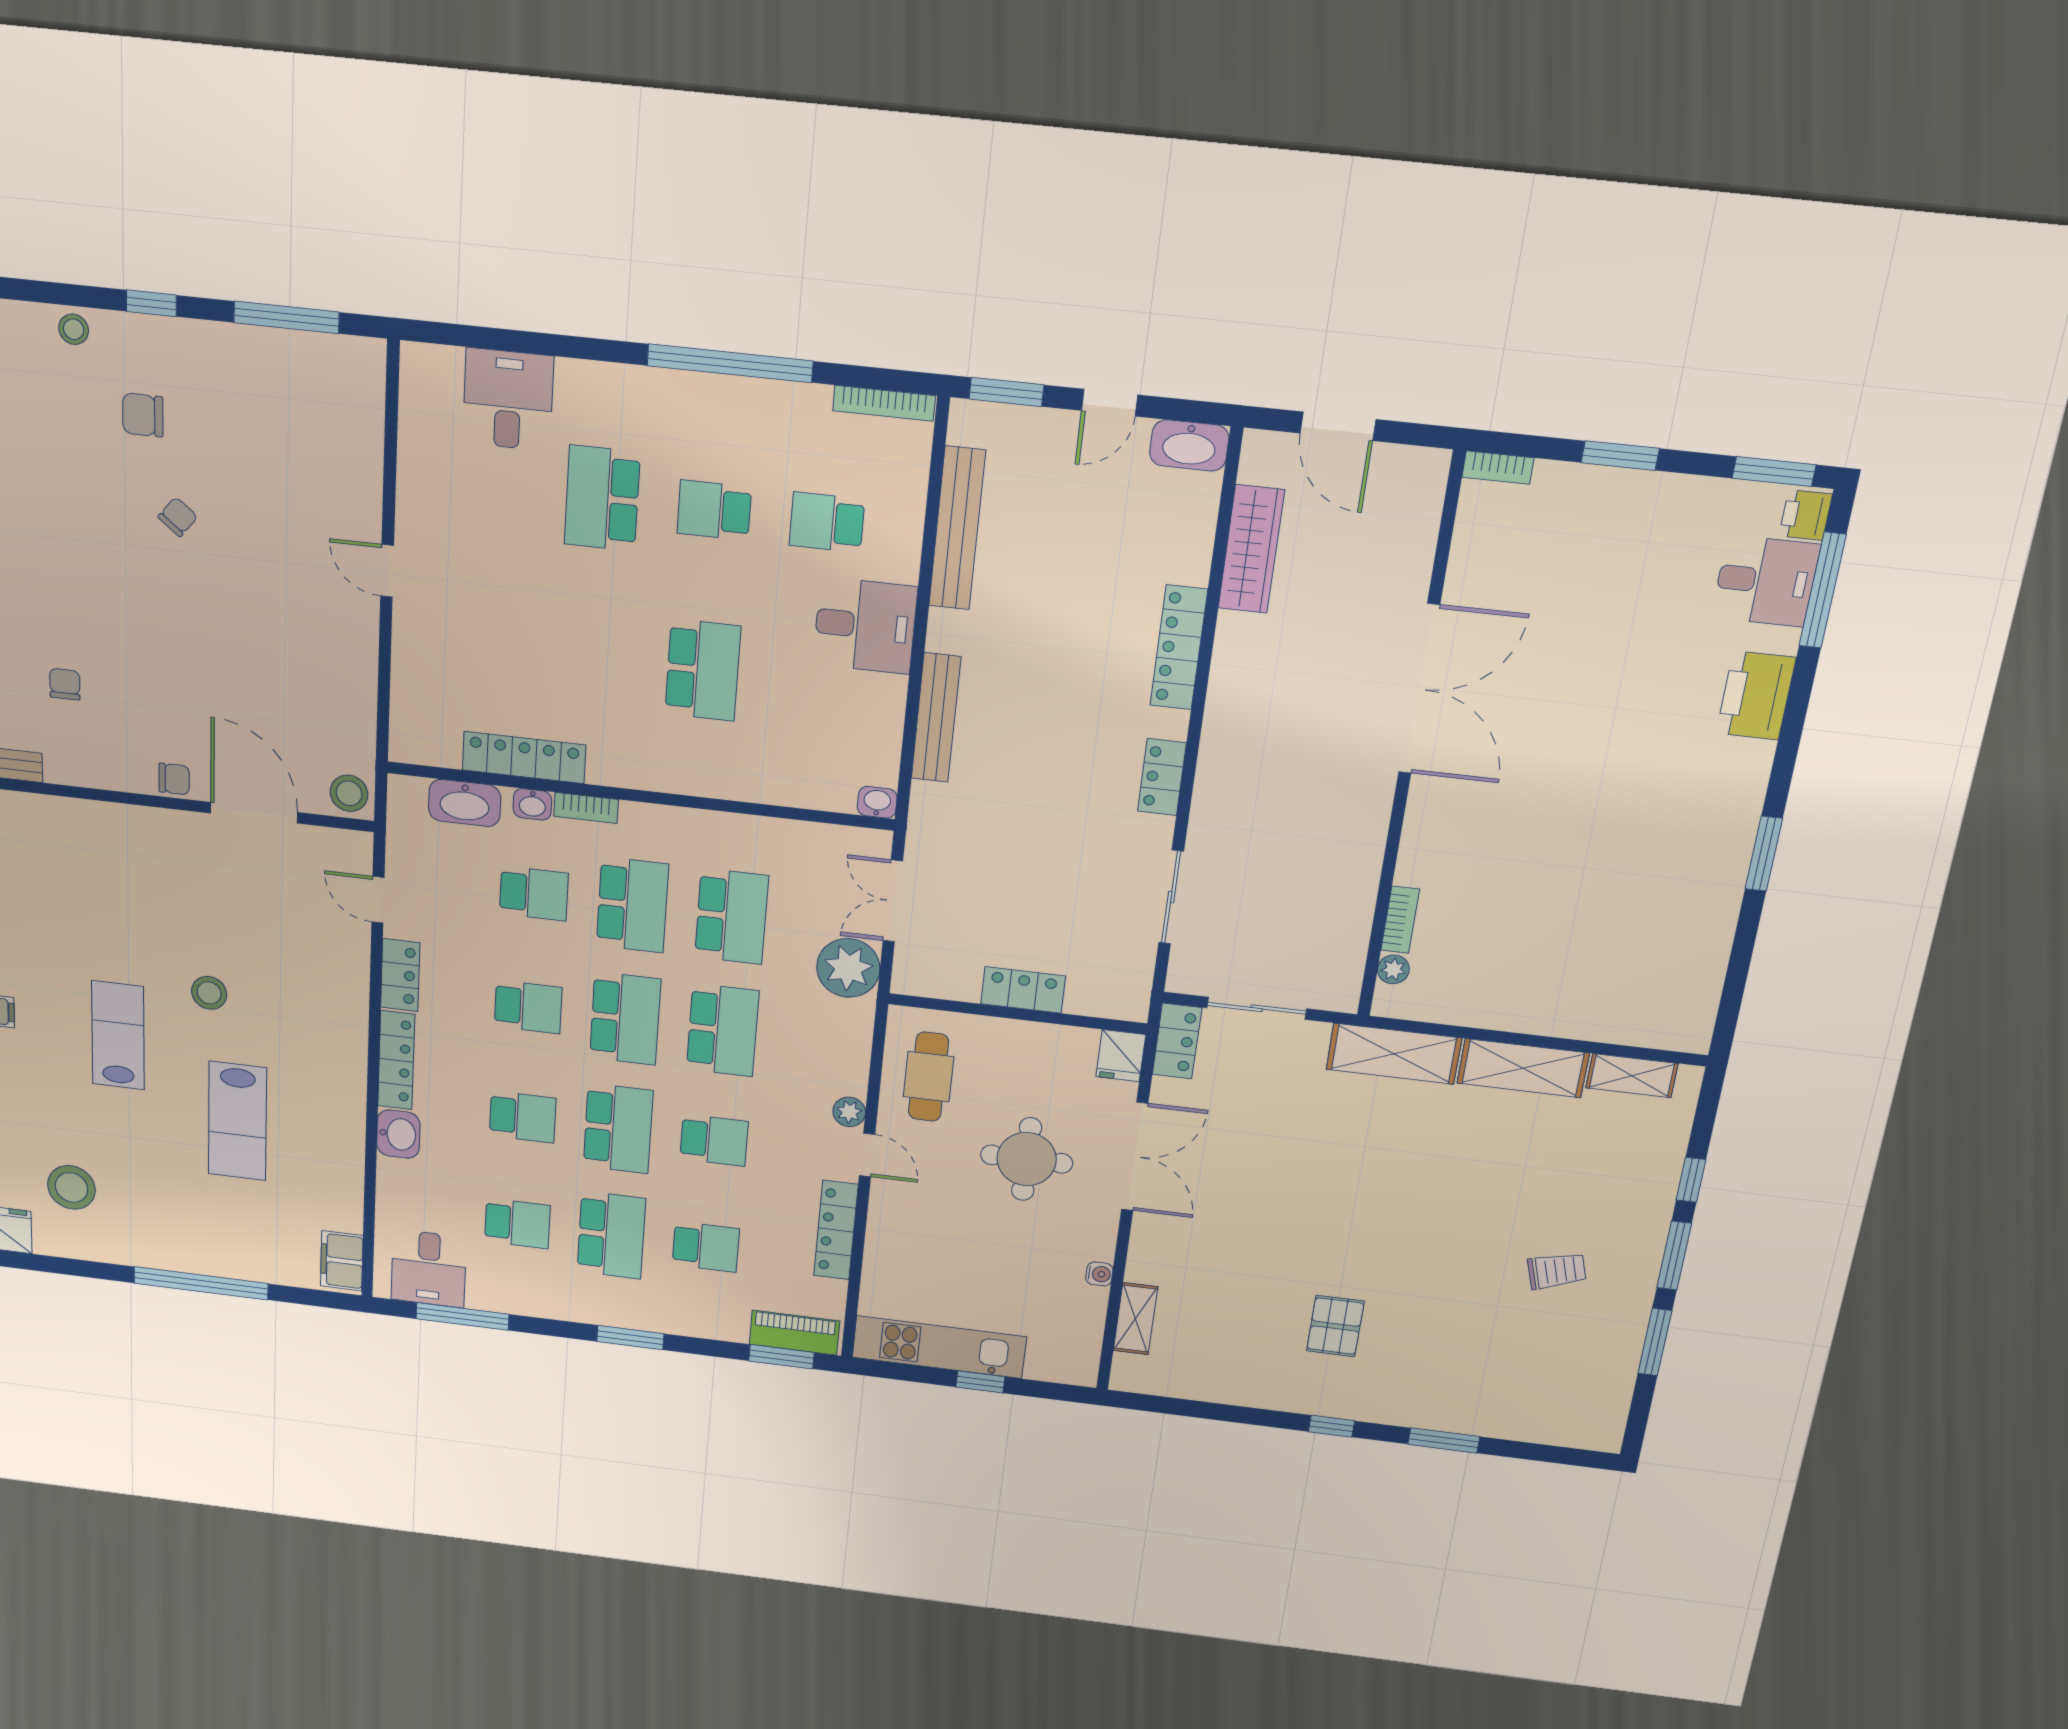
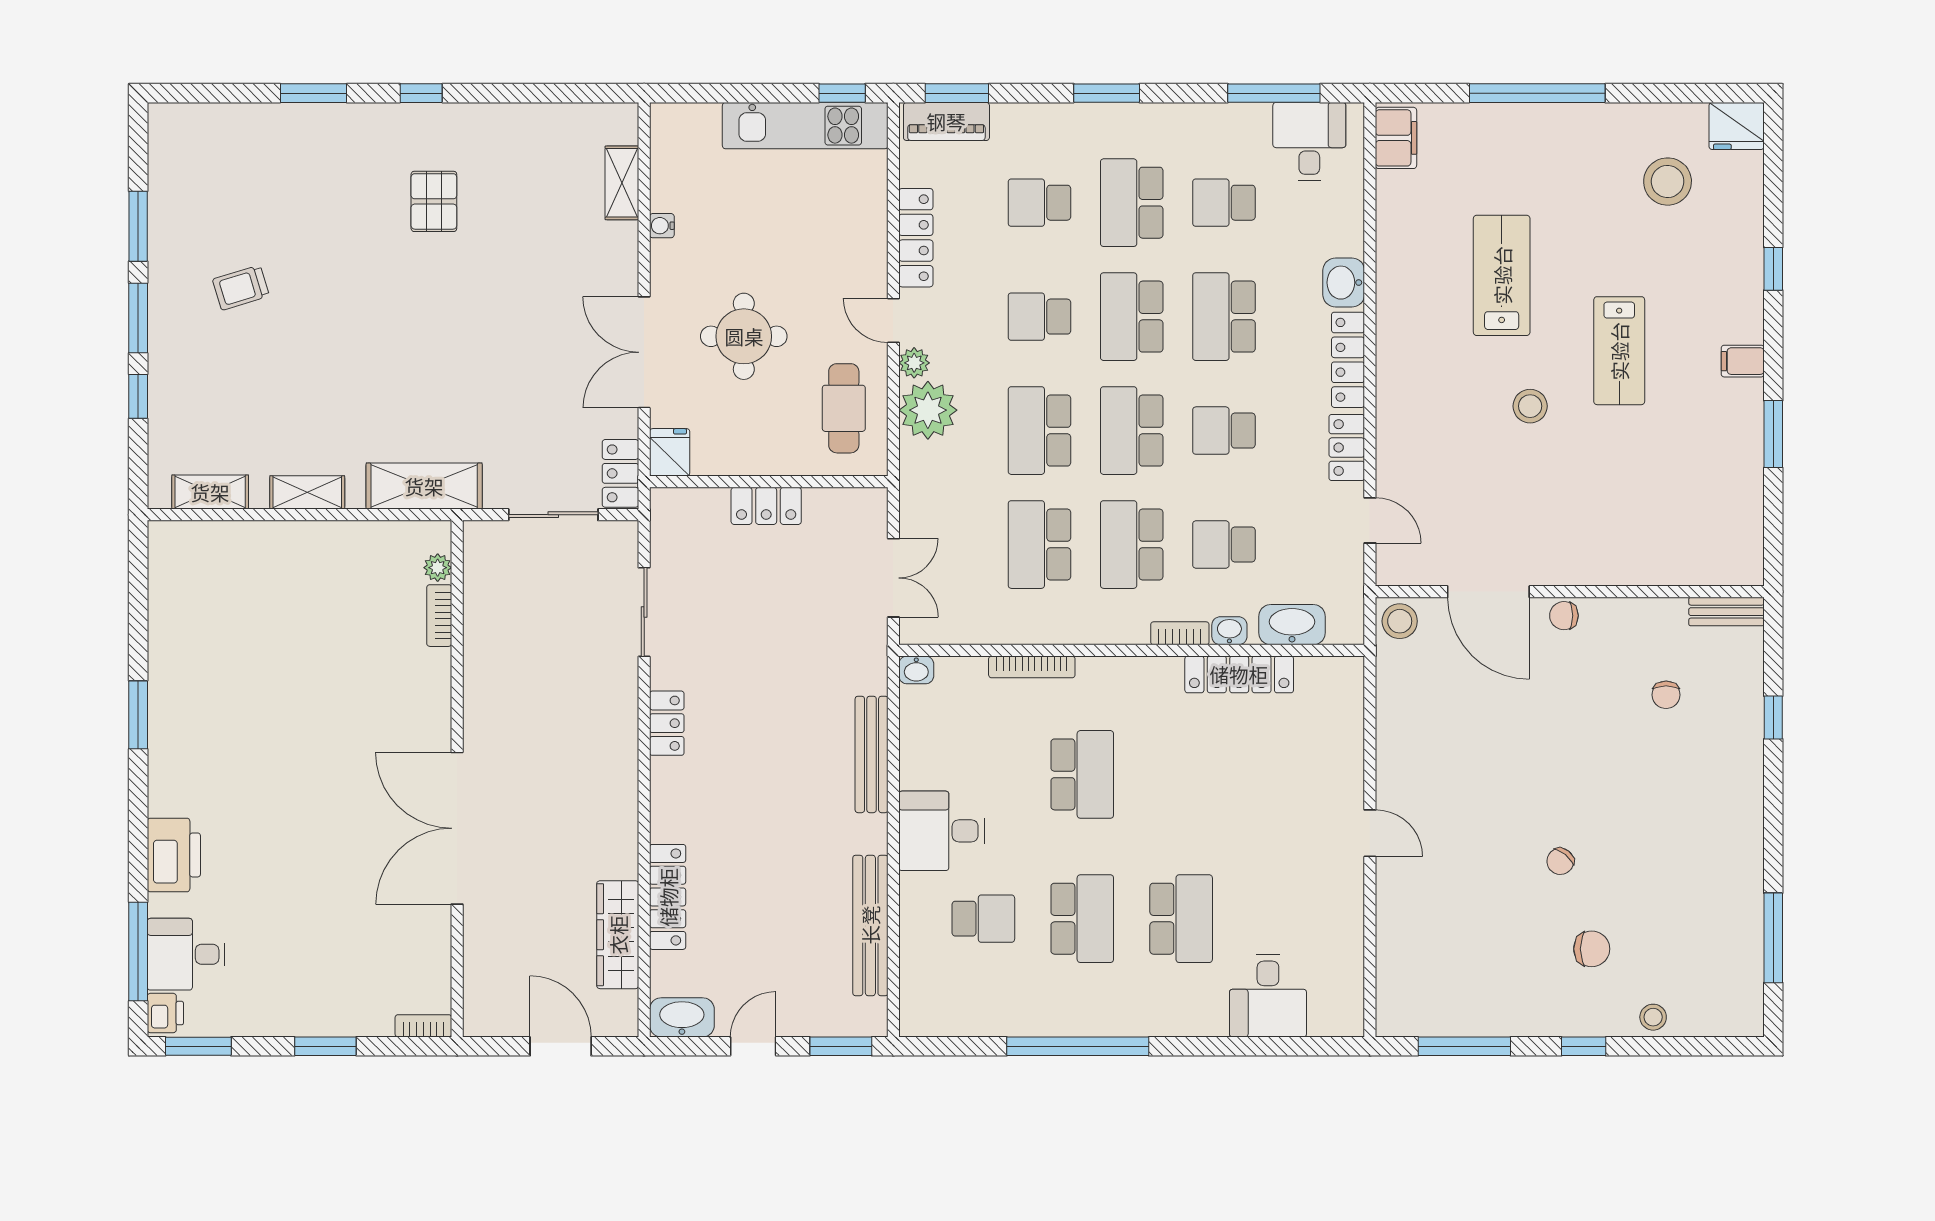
bookcase: (884, 403) -> (1032, 667), moved, turned 180
school desk: (714, 510) -> (1082, 919), width x1.85
locker: (1179, 648) -> (668, 897), moved
school desk: (703, 670) -> (1082, 774), turned 180
plant: (848, 968) -> (928, 410), moved
shelving: (1523, 1068) -> (307, 492), width x0.67, depth x0.75
school desk: (523, 1117) -> (1224, 317), width x1.85
window: (980, 1382) -> (842, 93), moved

